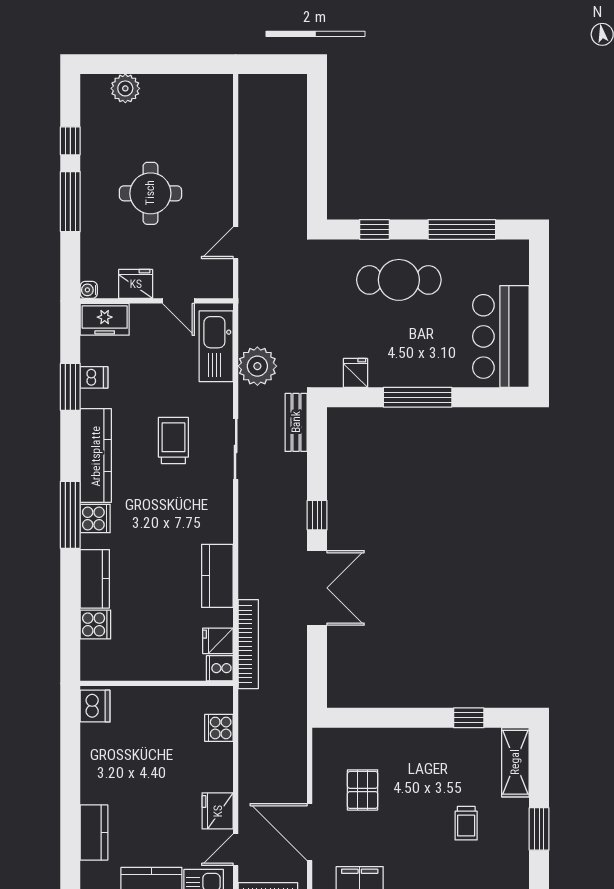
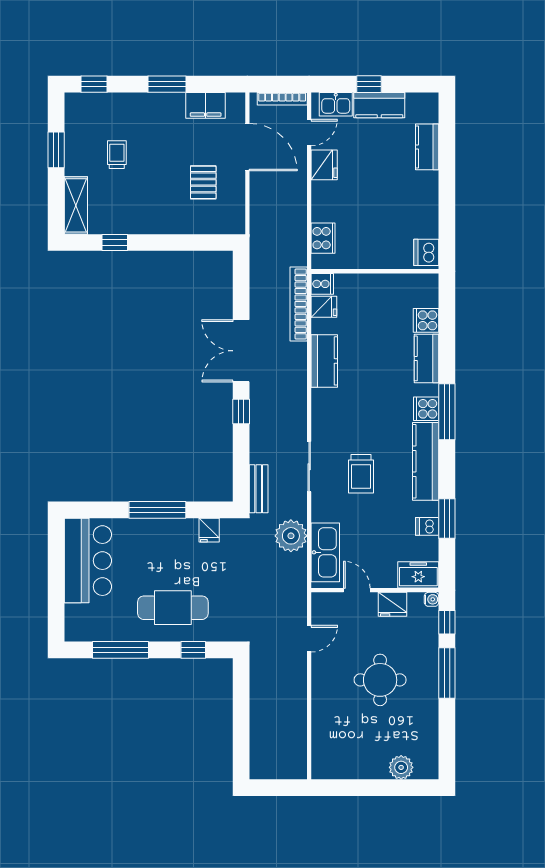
window: (70, 141) -> (447, 622), moved
cooker: (219, 728) -> (323, 238), width x1.36

